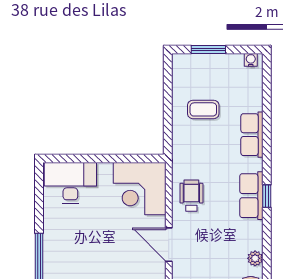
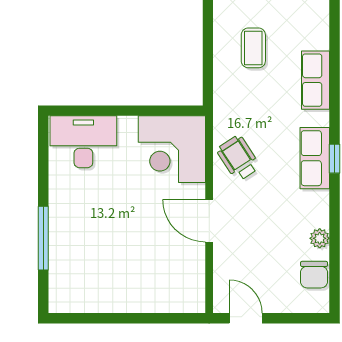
coffee table: (203, 109) -> (253, 48), turned 90
wheelchair: (191, 196) -> (238, 158), turned -33

